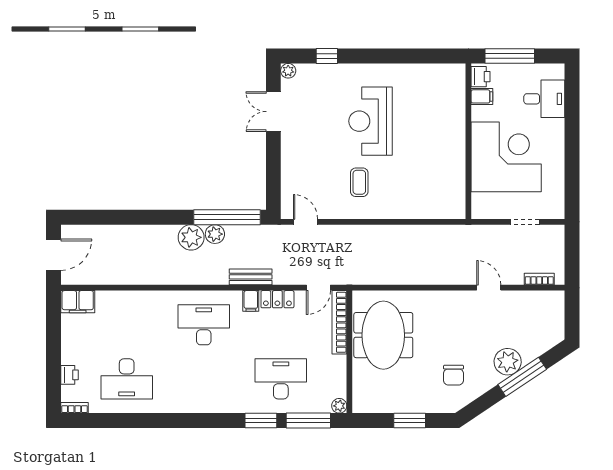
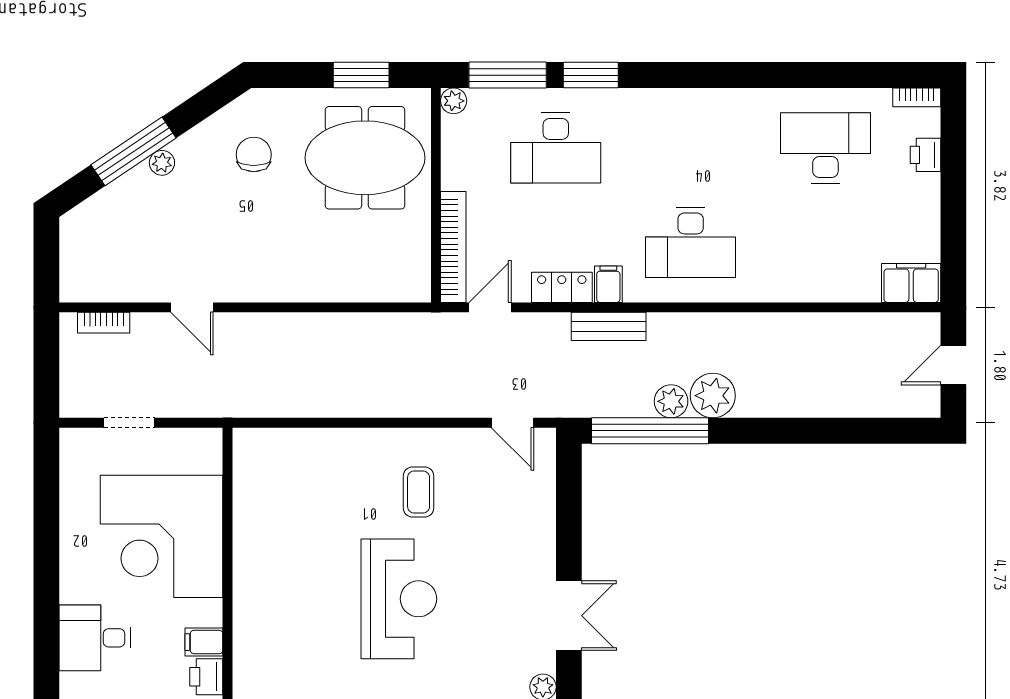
door: (54, 255) -> (953, 365), width x0.73
meeting table: (383, 335) -> (365, 158), moved, turned 90
plant: (508, 362) -> (162, 163), width x0.53, depth x0.53
window: (410, 421) -> (361, 75), moved

